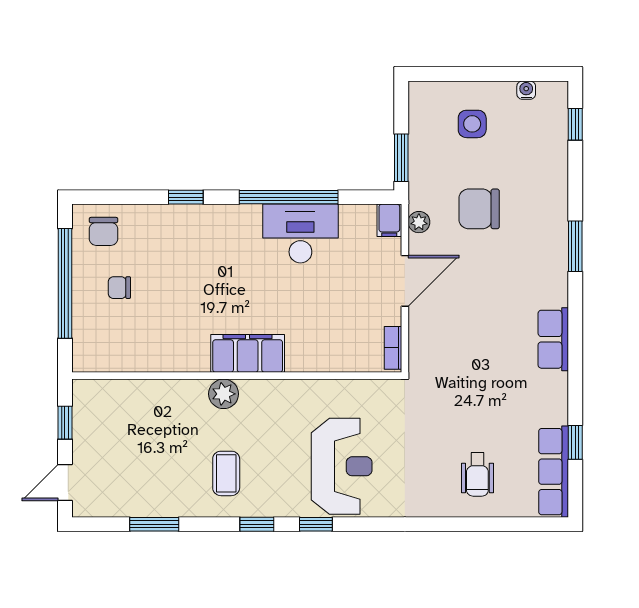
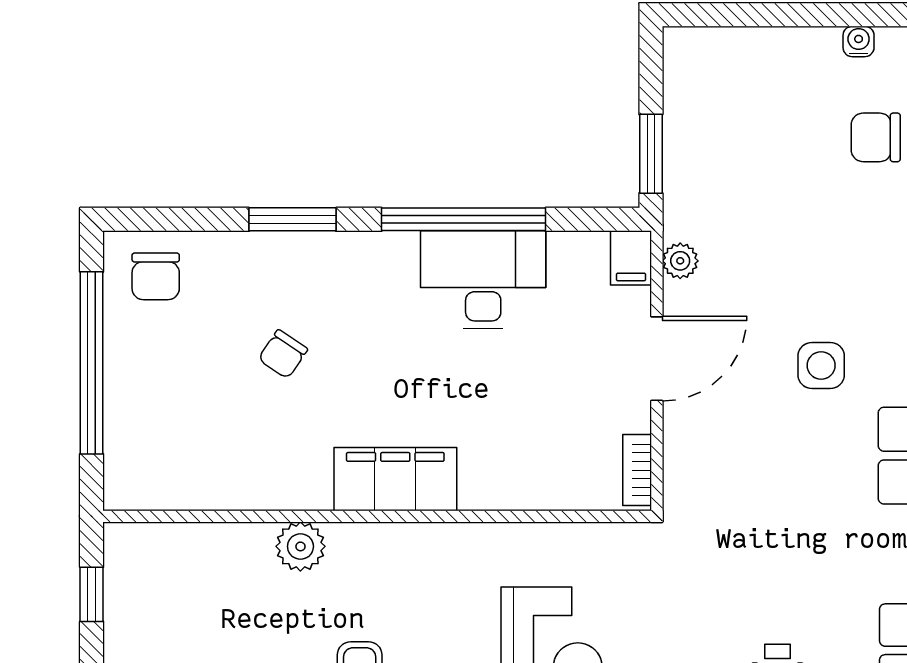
side table: (472, 124) -> (821, 365), moved
window: (186, 197) -> (292, 219), width x1.50
chair: (479, 209) -> (876, 137), moved, width x0.73, depth x0.73
chair: (119, 288) -> (283, 354), moved, turned -56
plant: (224, 394) -> (300, 546), moved

